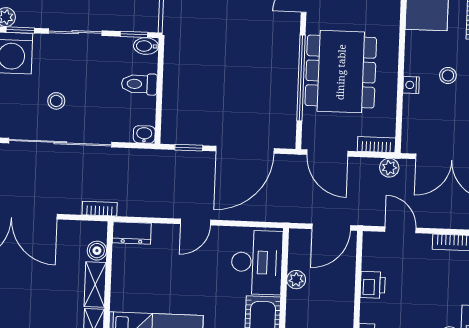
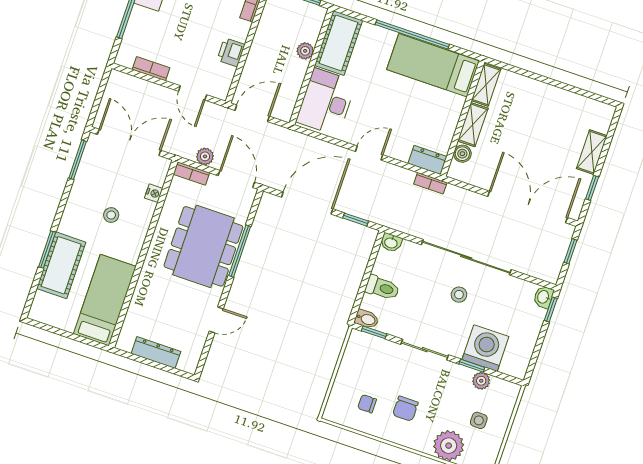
window: (301, 78) -> (240, 251), width x0.68
nightstand: (411, 85) -> (154, 193), moved
plant: (389, 168) -> (205, 156), moved
bookcase: (100, 209) -> (430, 183), moved
plant: (296, 280) -> (305, 51), moved

